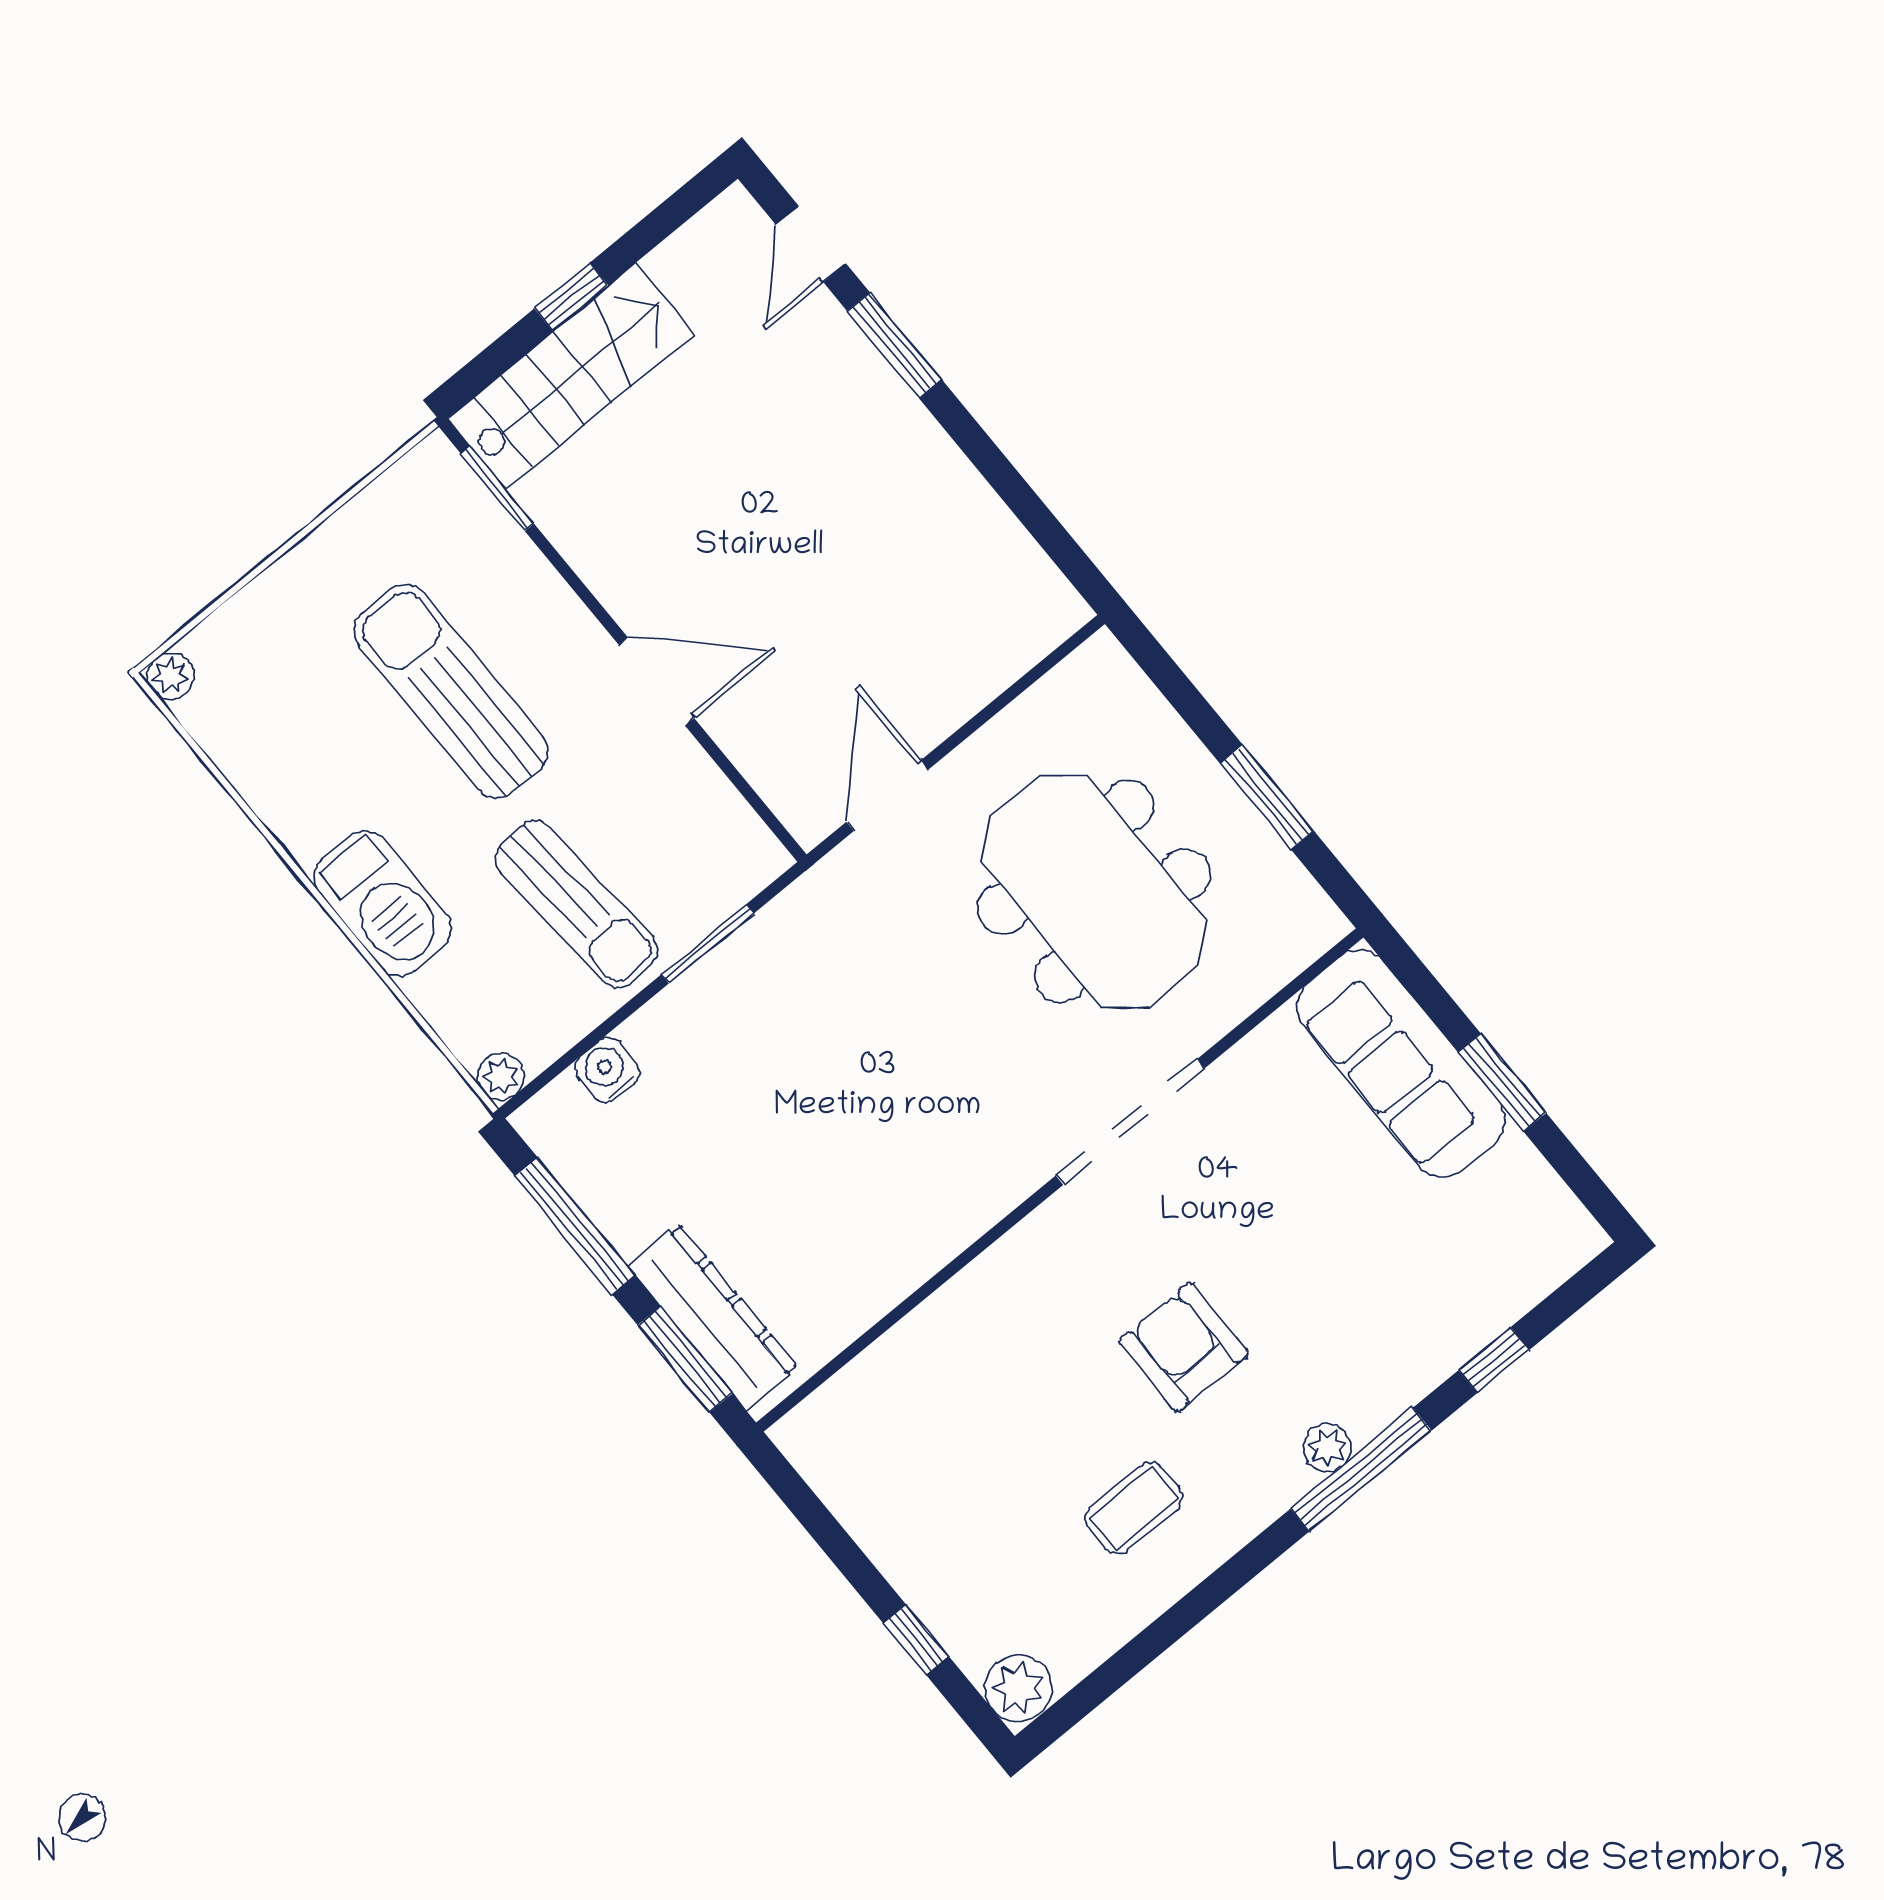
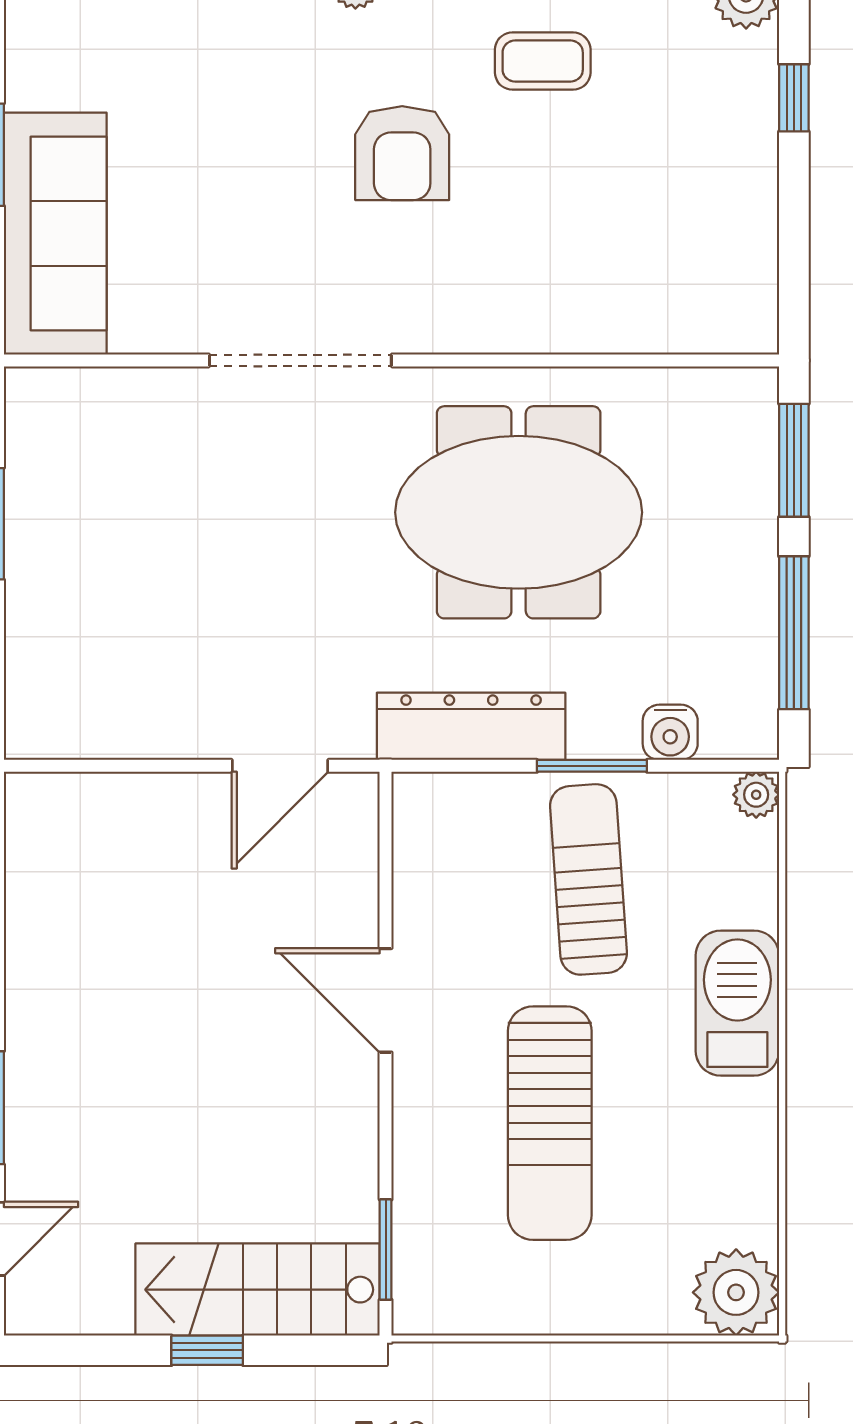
plant: (171, 676) -> (736, 1292), width x1.87, depth x1.87
meeting table: (1094, 891) -> (519, 512), moved, turned 90
window: (708, 944) -> (592, 766), moved
dresser: (713, 1317) -> (471, 726), moved, turned 90

